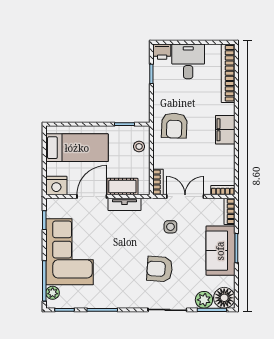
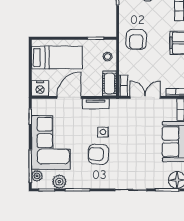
cot: (122, 187) -> (109, 84), moved, turned 90
side table: (170, 227) -> (103, 132), moved
armchair: (160, 269) -> (98, 154), moved
plant: (204, 300) -> (59, 182), moved

